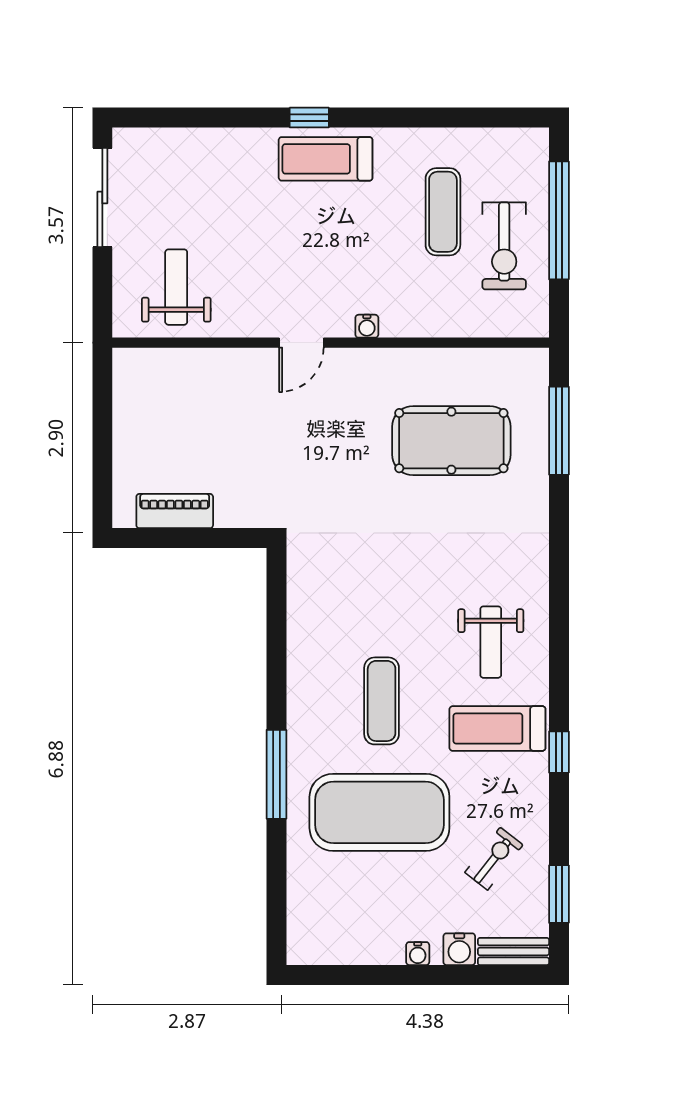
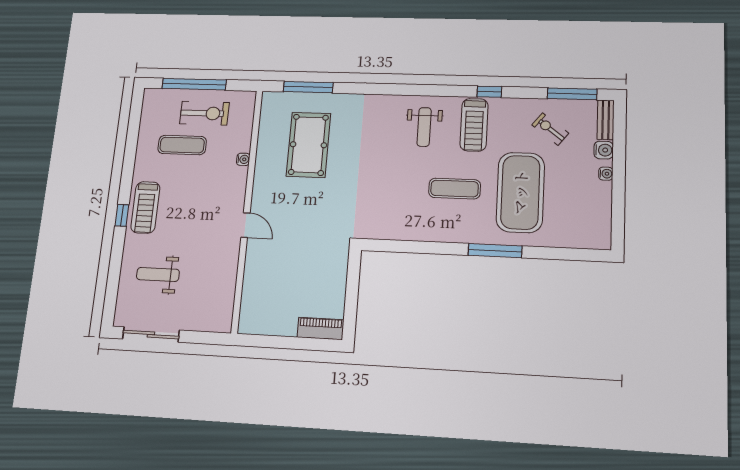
weight bench: (176, 287) -> (158, 274), moved
water cooler: (367, 326) -> (243, 159), moved
piano: (175, 511) -> (321, 328), moved, turned 90
weight bench: (491, 642) -> (424, 127), turned 90
window: (559, 894) -> (572, 94), width x1.44

